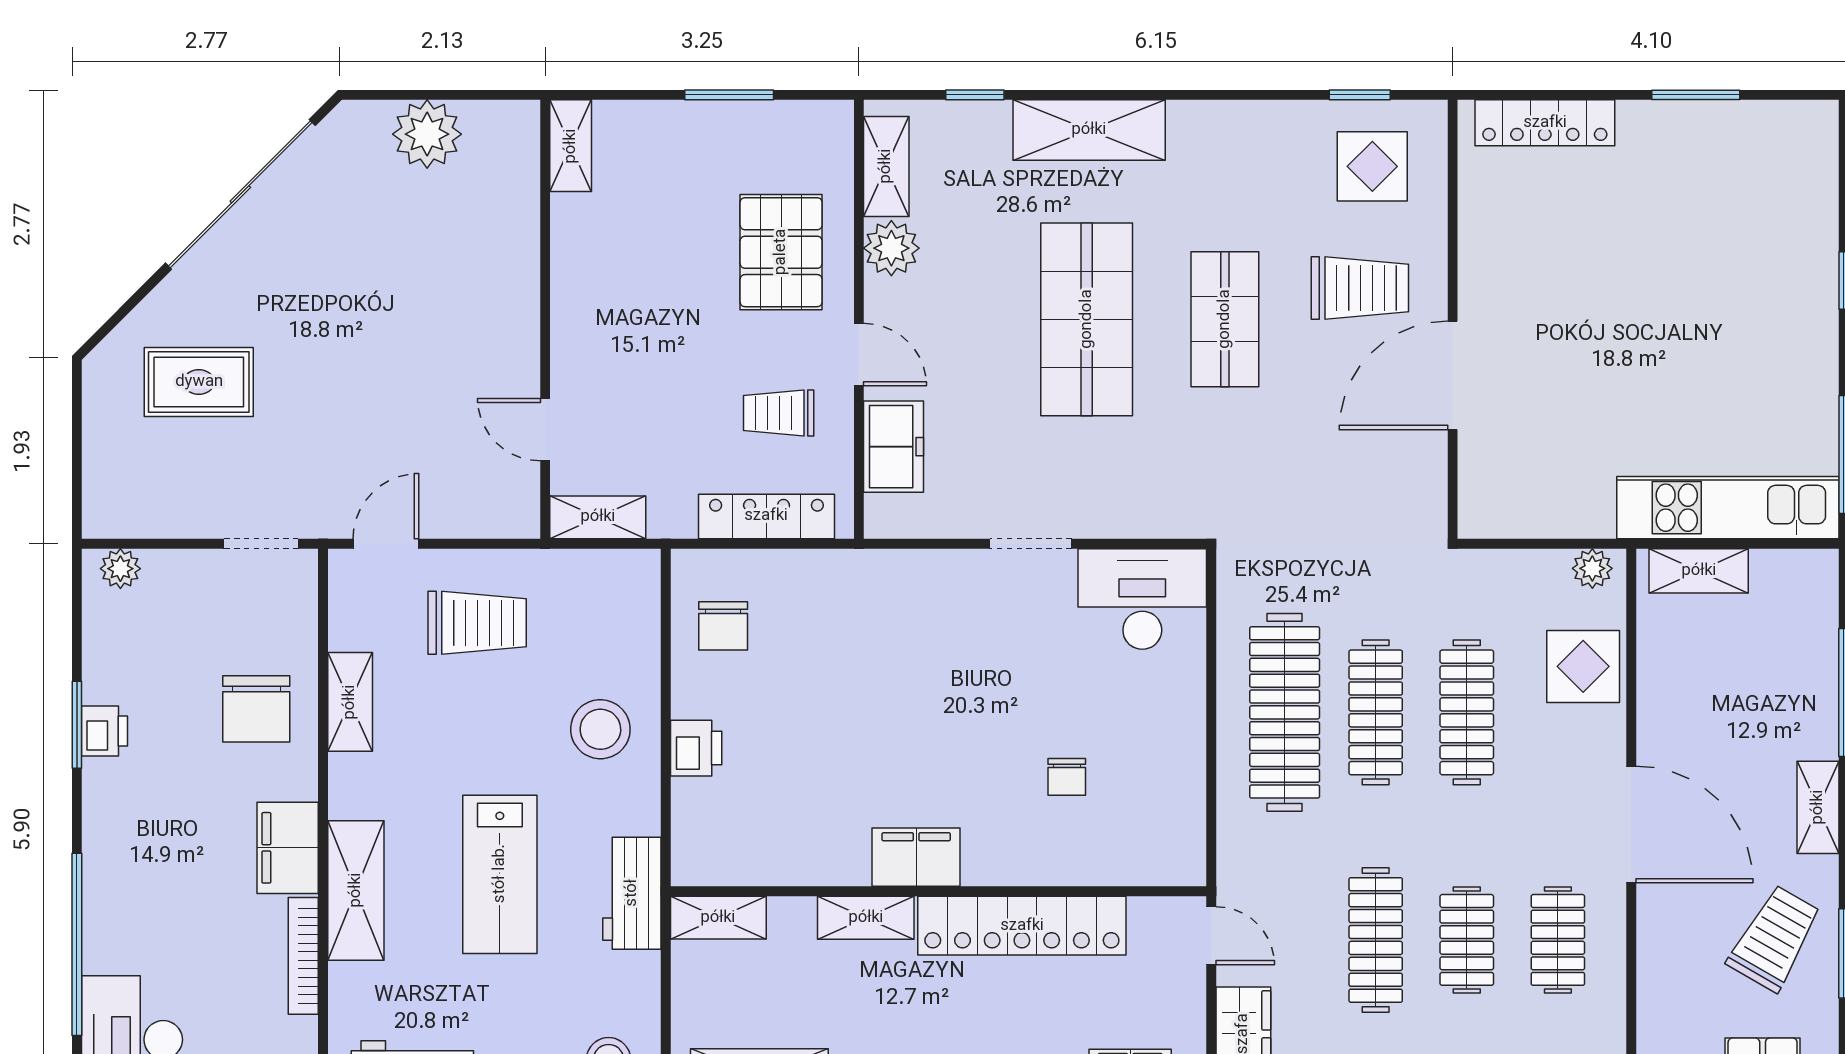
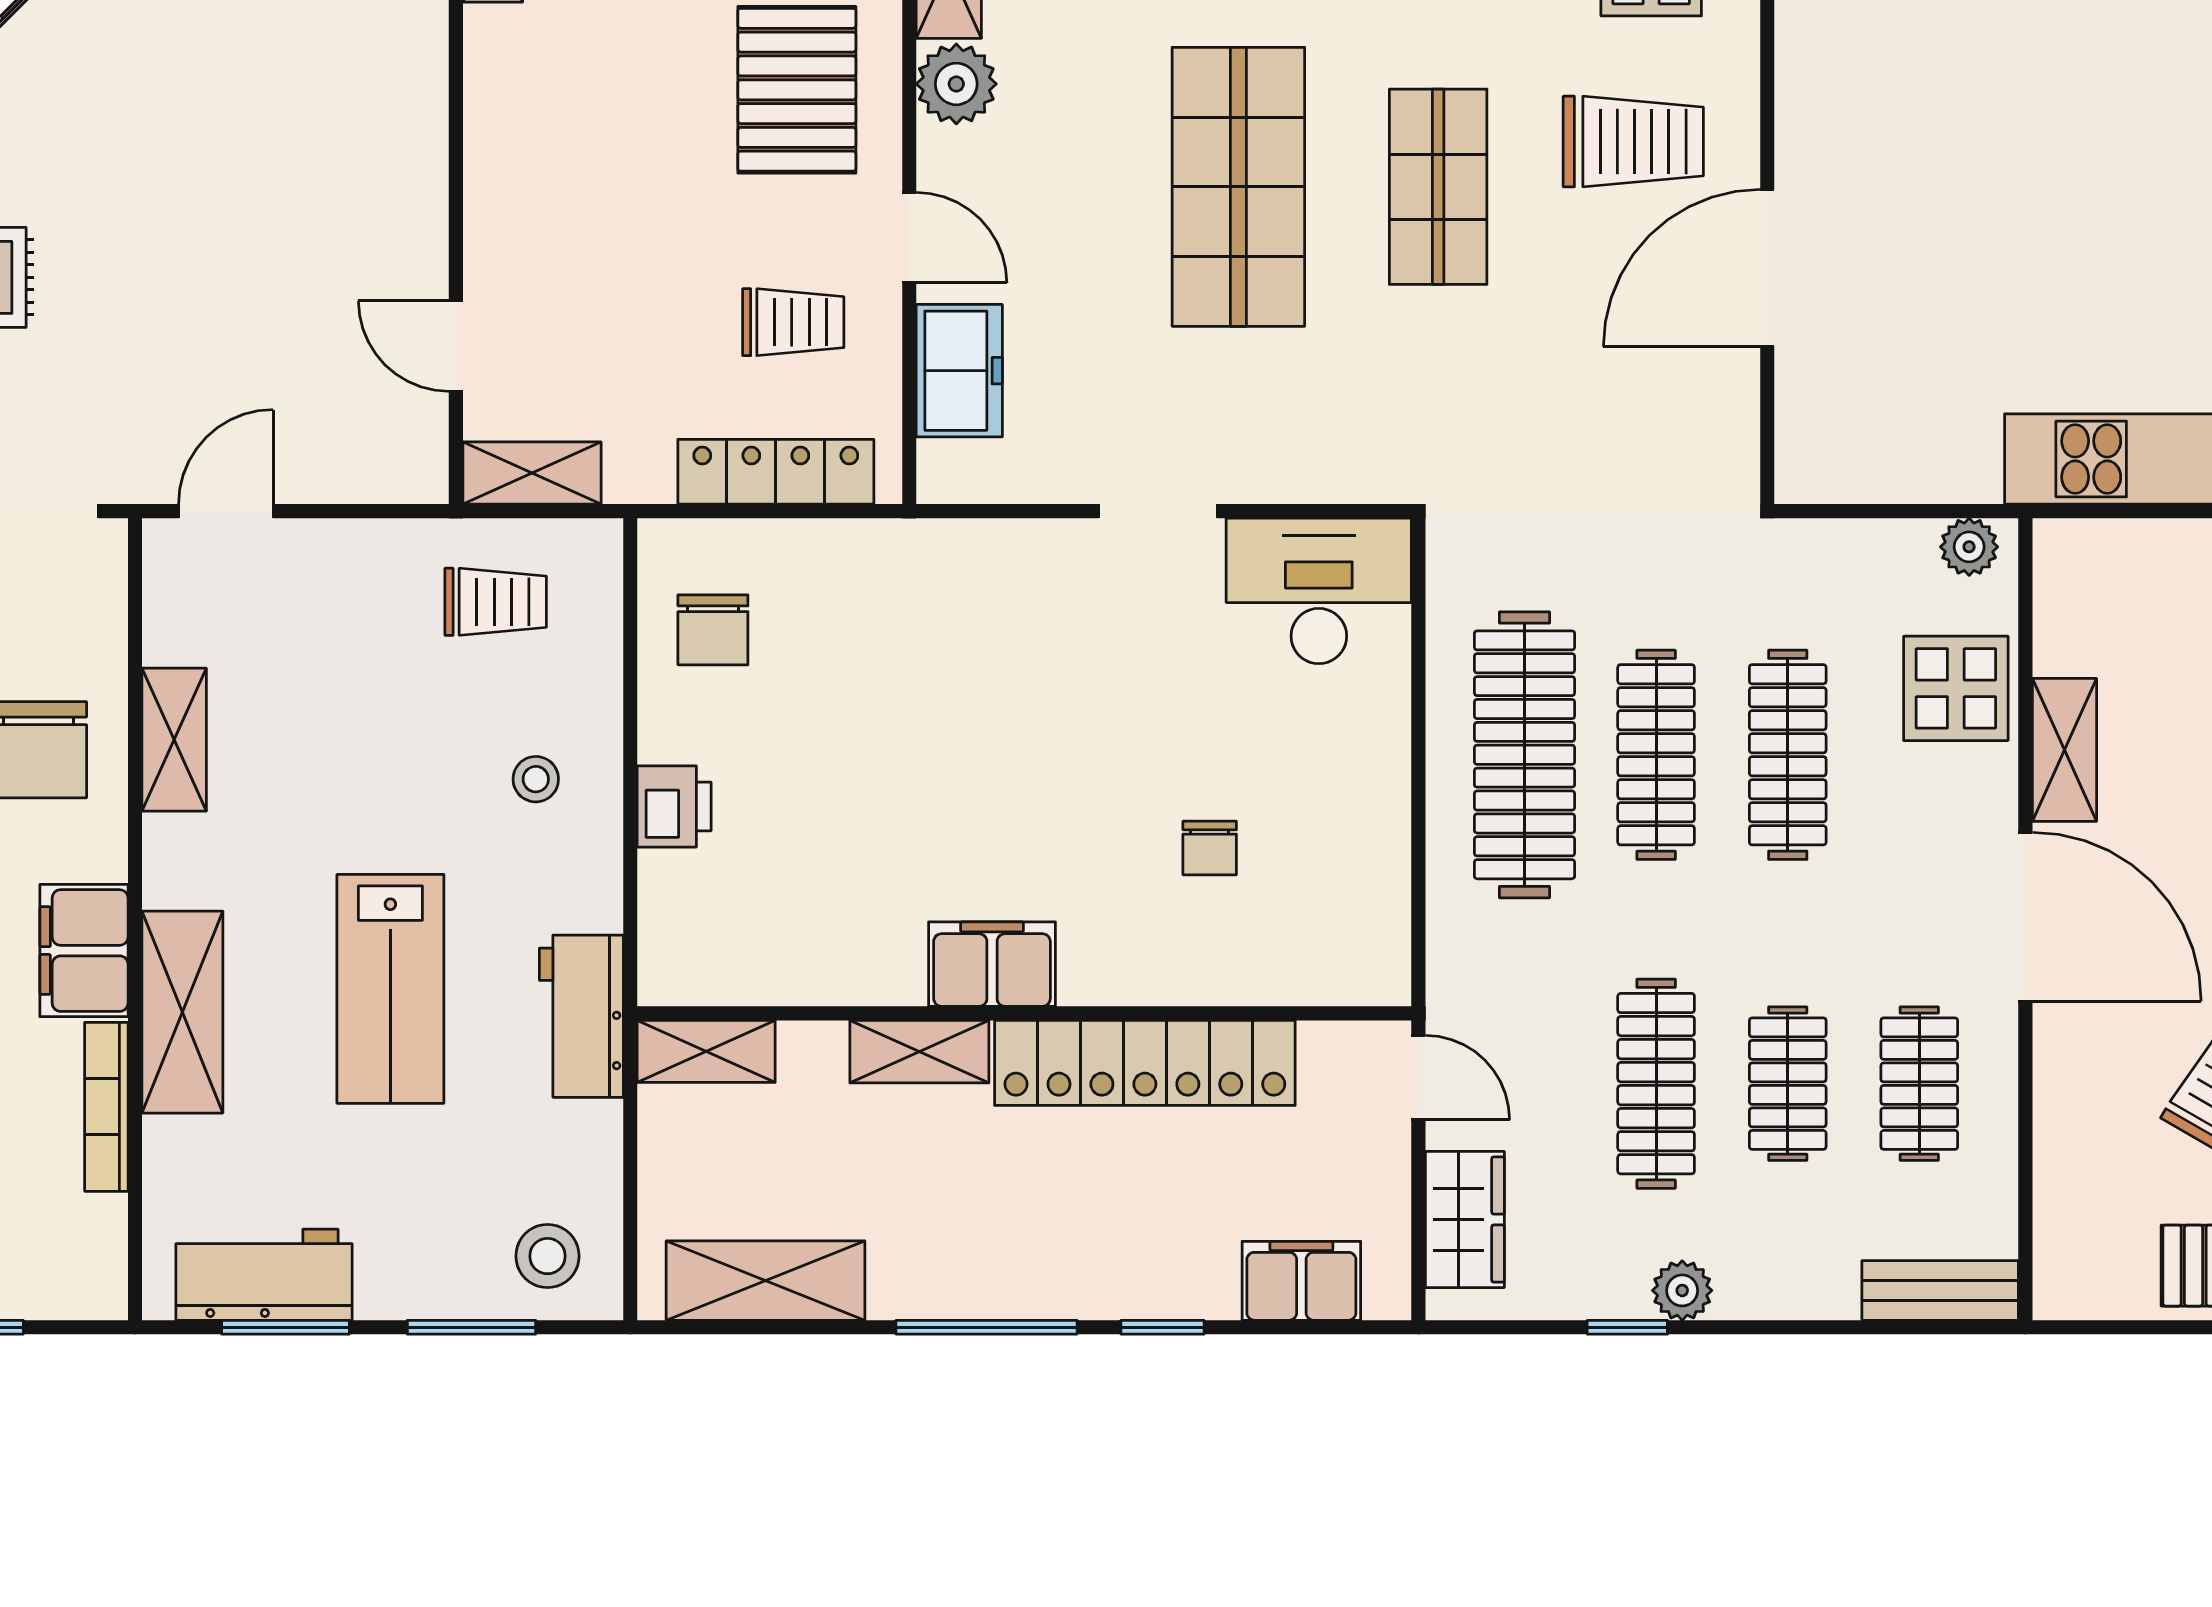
trolley: (779, 413) -> (793, 322), turned 180
shelving: (1699, 571) -> (2064, 750), moved, turned 90
trolley: (477, 623) -> (496, 602), moved, width x0.73, depth x0.72
stool: (600, 729) -> (536, 779), width x0.53, depth x0.53

